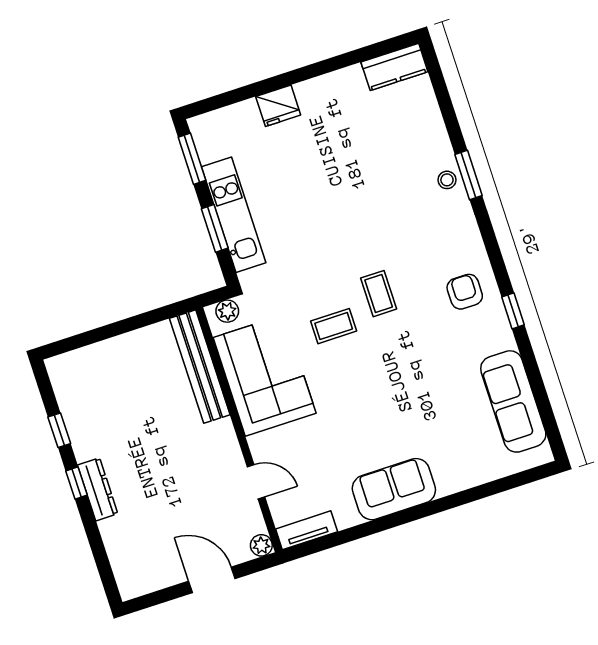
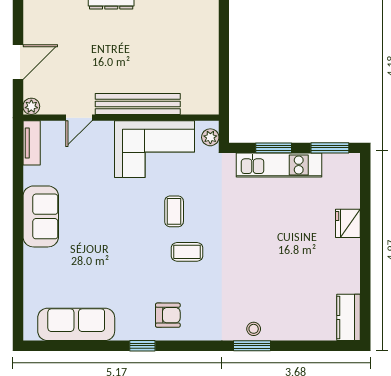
bench: (200, 367) -> (138, 104), moved

